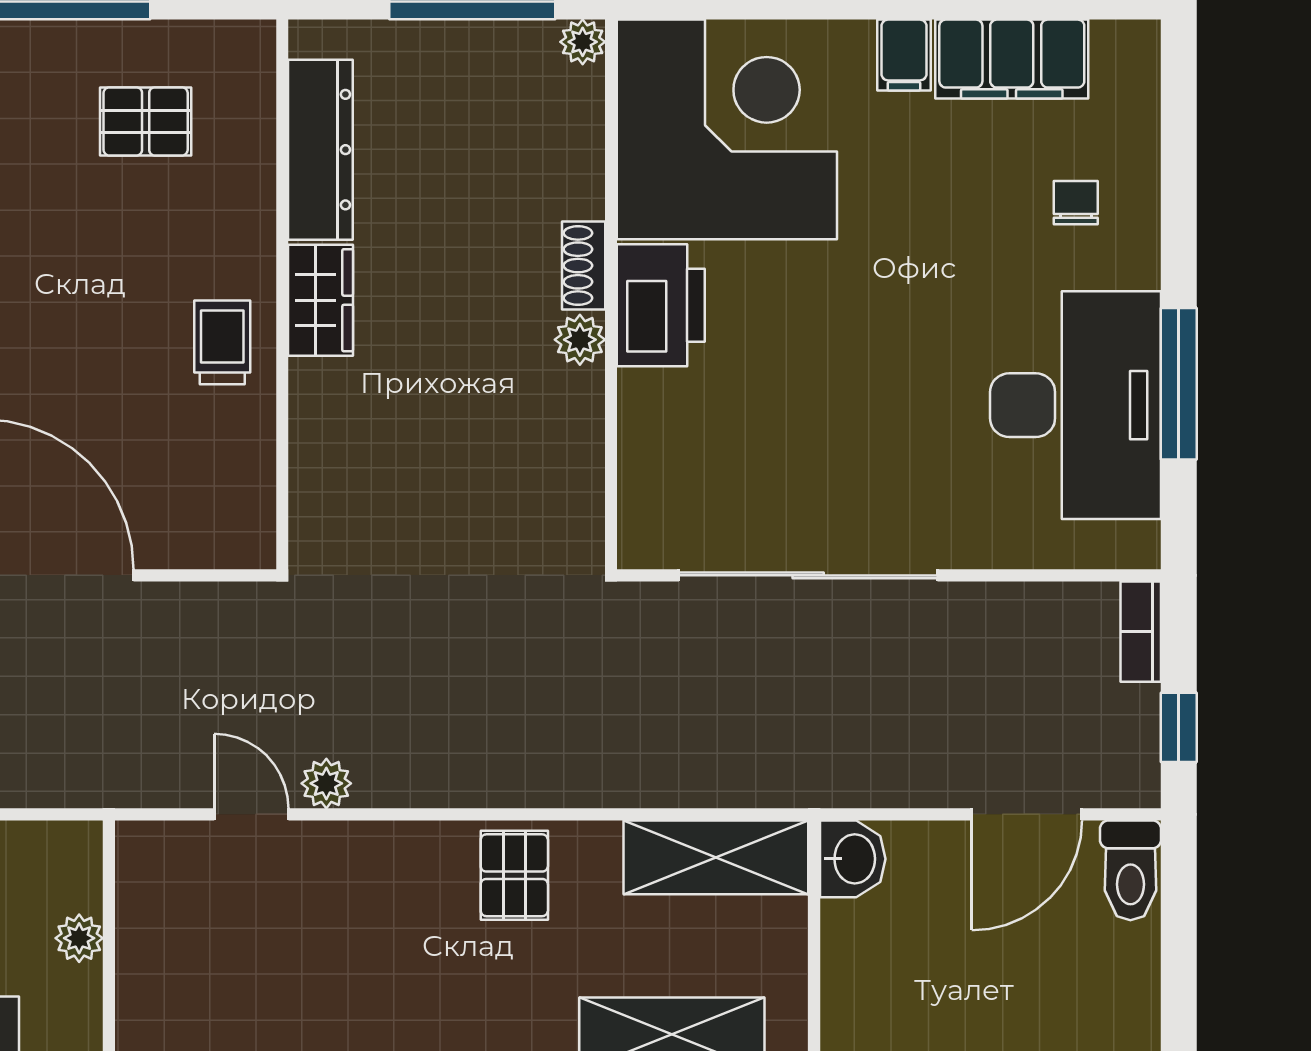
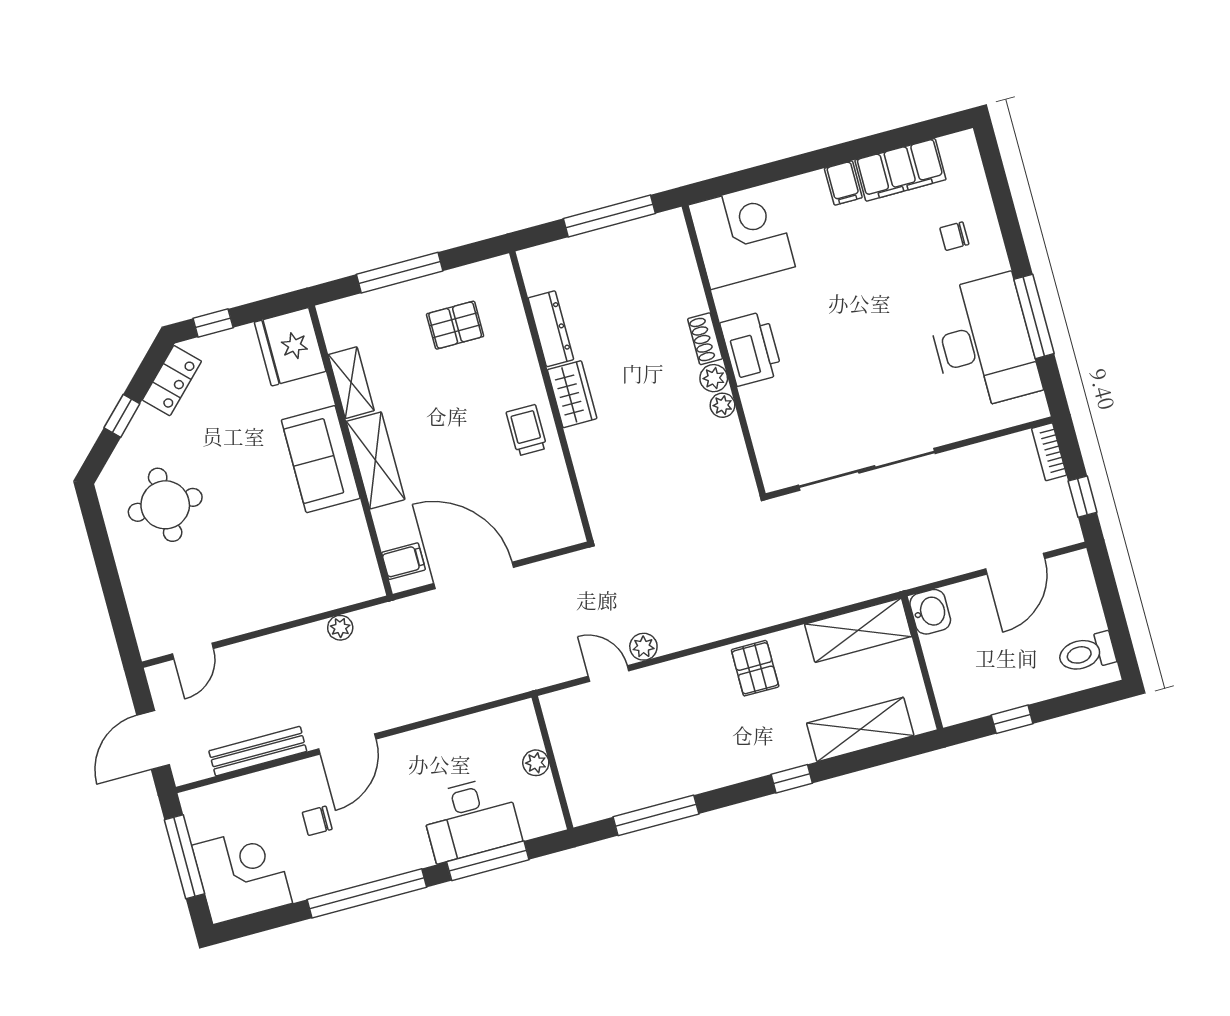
plant: (583, 42) -> (723, 405), moved
corner desk: (727, 129) -> (742, 236), width x0.74, depth x0.74
dresser: (320, 150) -> (551, 329), width x0.73, depth x0.80
chair: (1076, 203) -> (954, 236), turned -90
toilet: (1130, 870) -> (1087, 653), moved, turned 90

